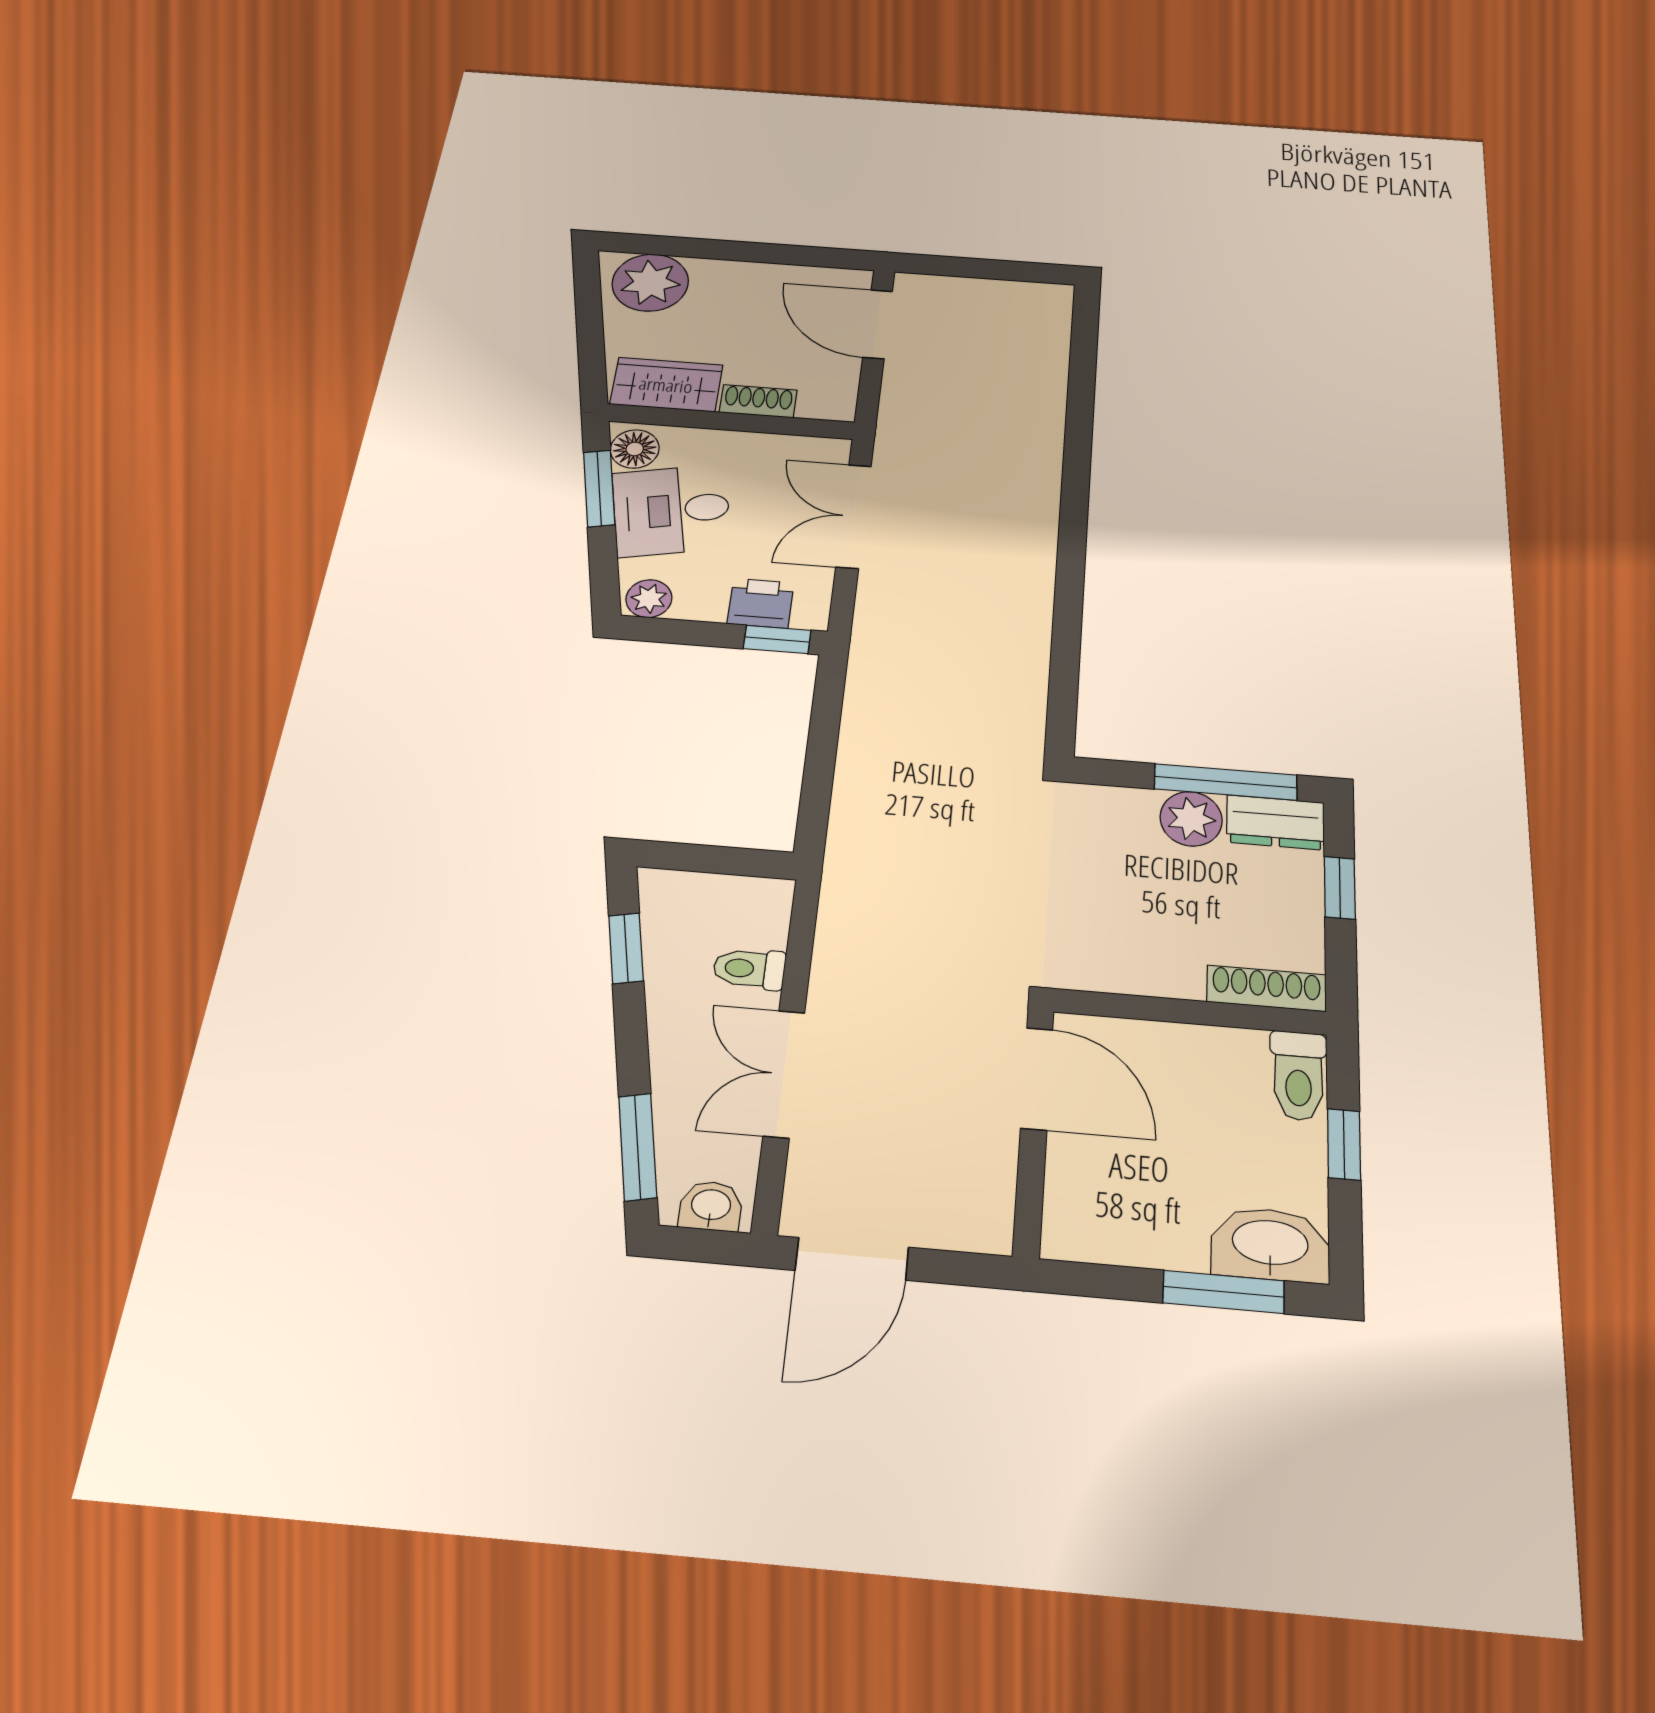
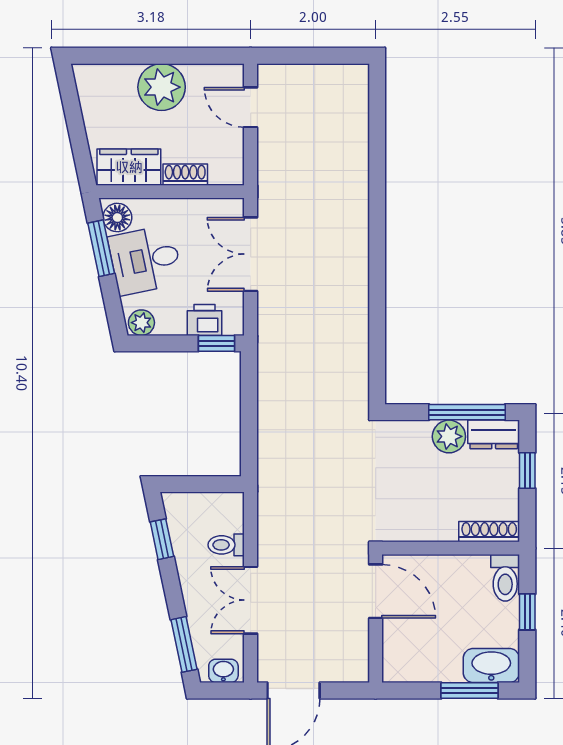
plant: (650, 283) -> (162, 87), moved
door: (878, 324) -> (251, 107), width x0.73

